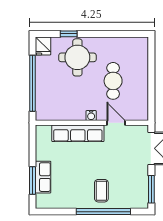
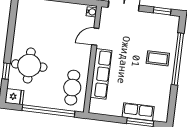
cafe table: (113, 81) -> (72, 88), moved, turned 90
water cooler: (91, 115) -> (91, 12), moved
window: (151, 189) -> (162, 11), width x0.67

